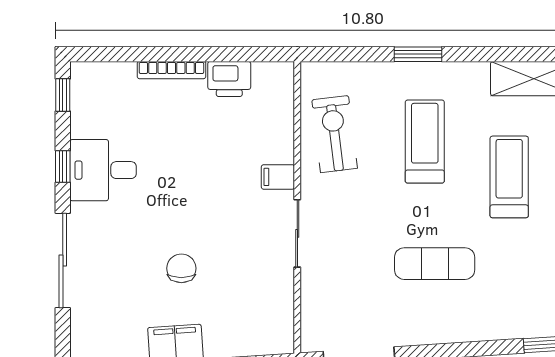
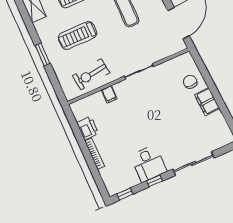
filing cabinet: (278, 177) -> (109, 94), moved
chair: (181, 268) -> (190, 82), moved, turned 90

